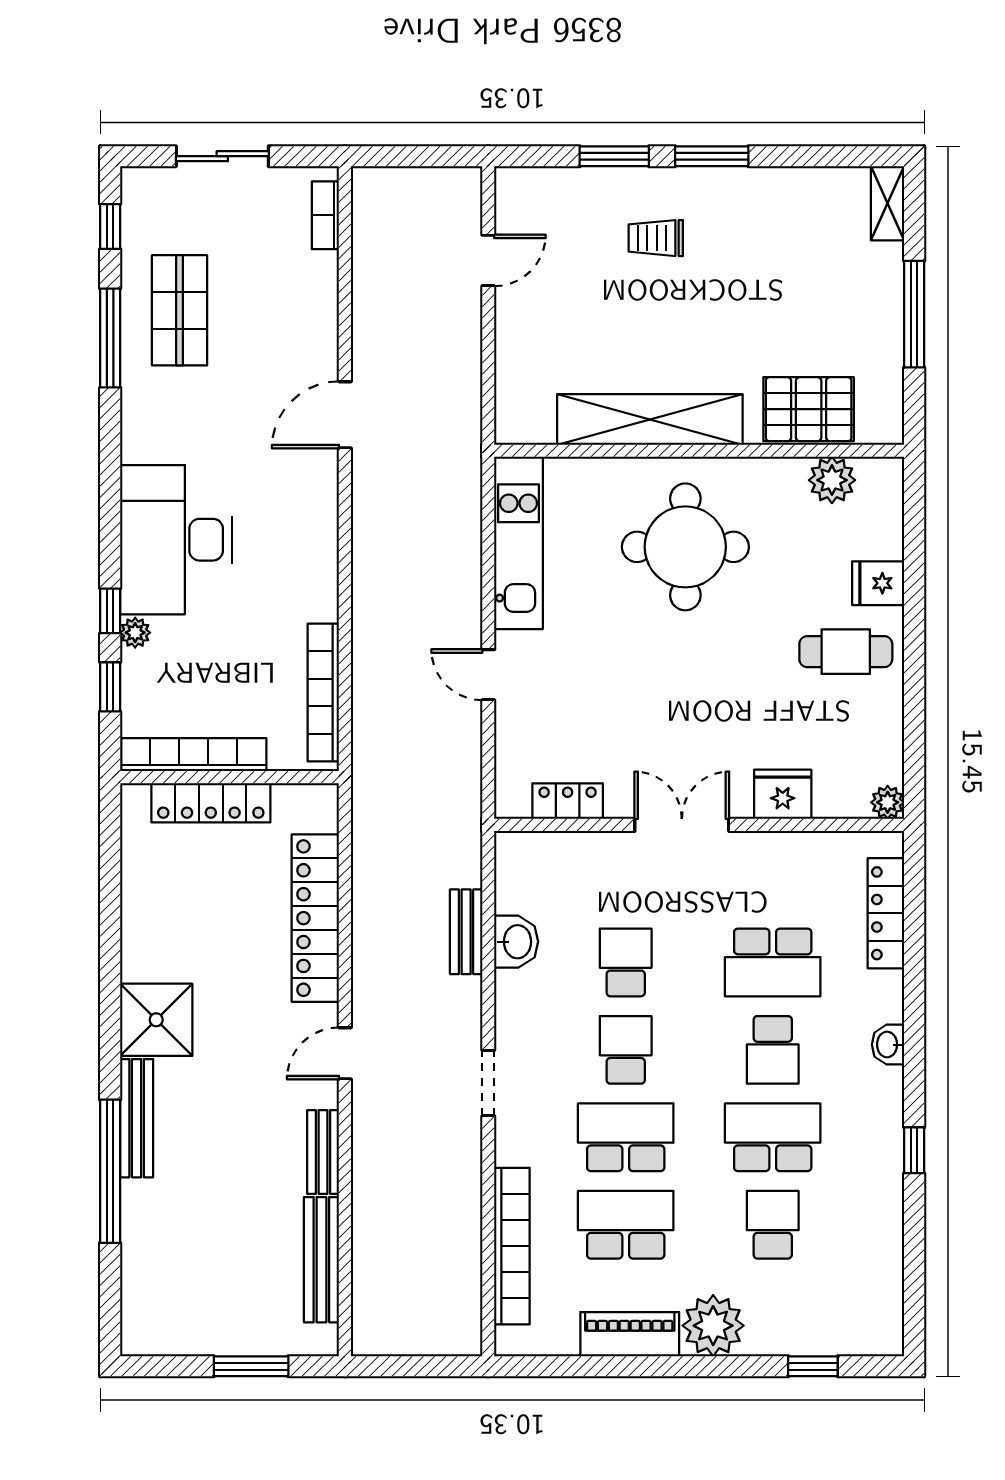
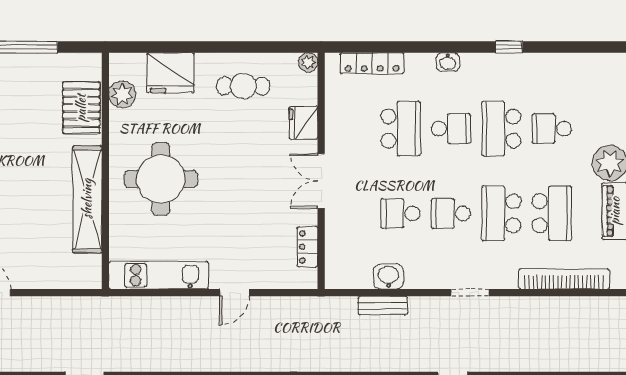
fridge: (878, 583) -> (171, 73), width x1.88, depth x1.34
cafe table: (846, 652) -> (243, 86), moved, turned 90
school desk: (626, 1225) -> (552, 213), turned 180

